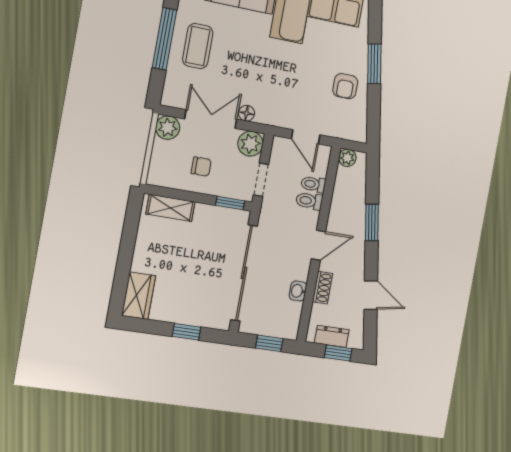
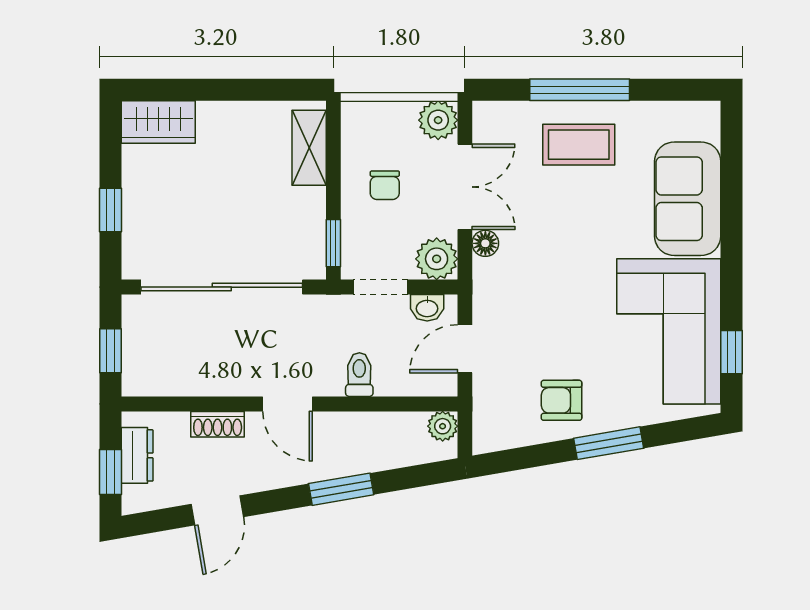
toilet: (313, 184) -> (388, 376), removed
washbasin: (298, 291) -> (427, 308), moved, turned 180

